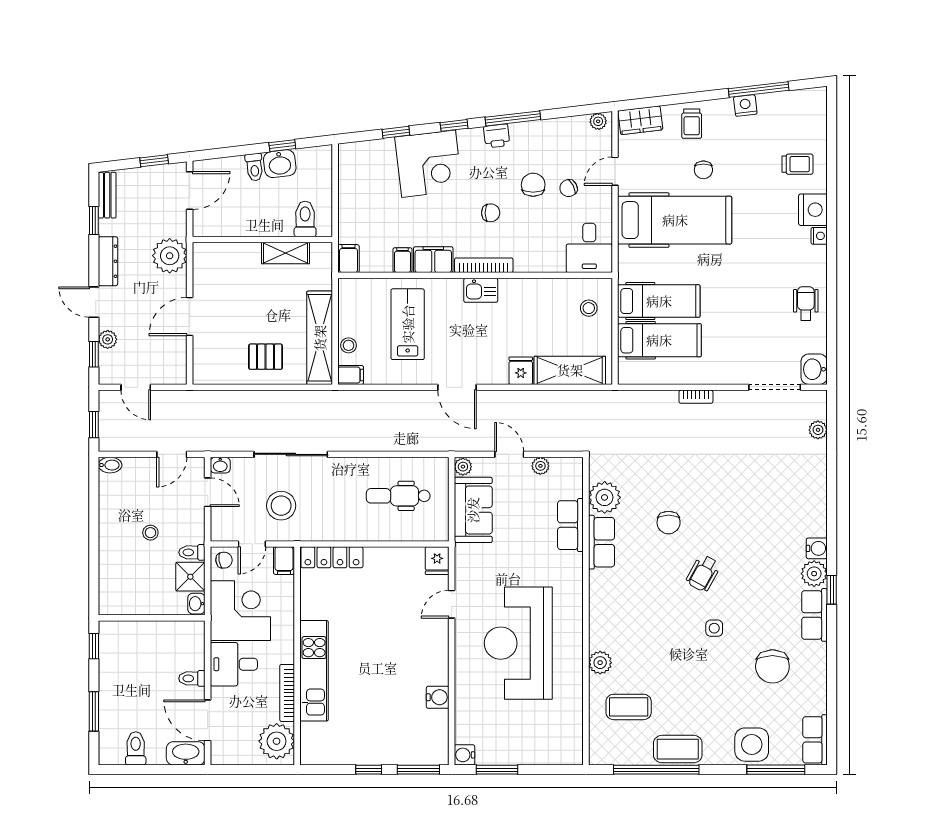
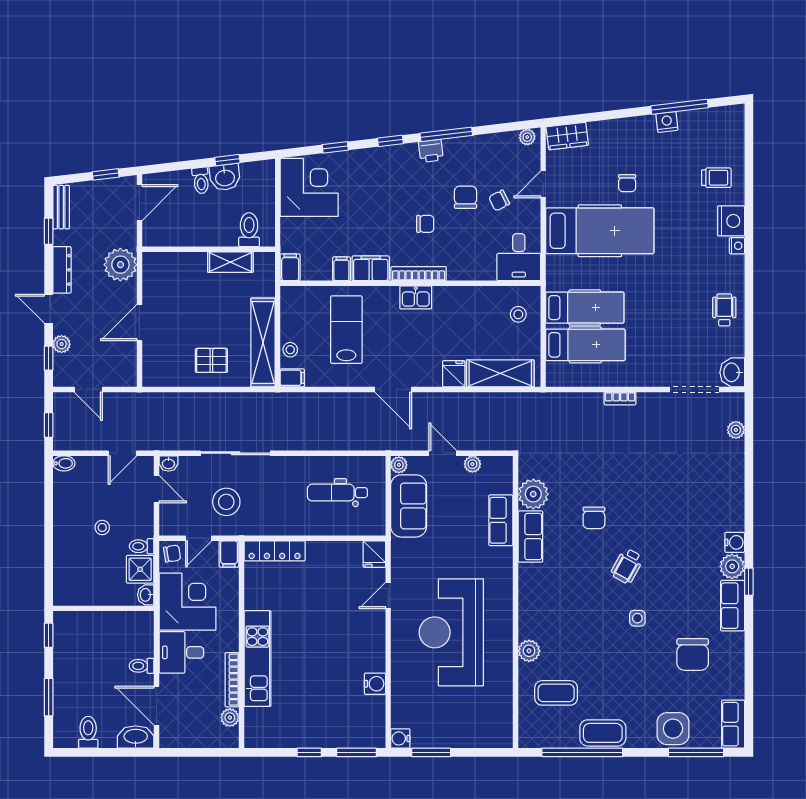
trolley: (692, 124) -> (616, 139), removed
corner desk: (429, 164) -> (309, 187), moved, turned -83
plant: (277, 741) -> (230, 718), width x0.53, depth x0.53

